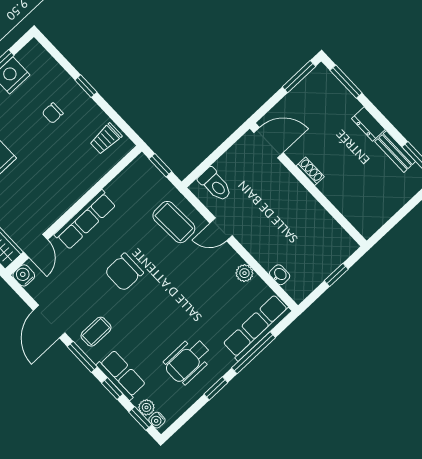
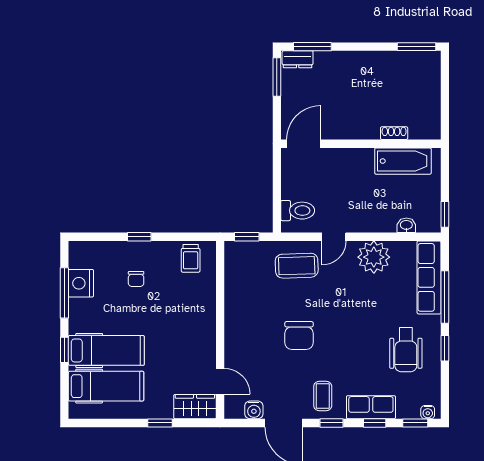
dresser: (368, 124) -> (298, 59), moved
bench: (395, 152) -> (396, 59), removed
shoe rack: (310, 171) -> (394, 133), moved
row of seats: (85, 220) -> (235, 328), removed
bathtub: (325, 228) -> (403, 161), added
plant: (244, 273) -> (374, 257), width x1.87, depth x1.87
water cooler: (24, 275) -> (254, 410), moved, turned -90
window: (336, 275) -> (445, 214), moved
window: (82, 357) -> (332, 423), width x0.67
plant: (146, 407) -> (411, 411), removed

